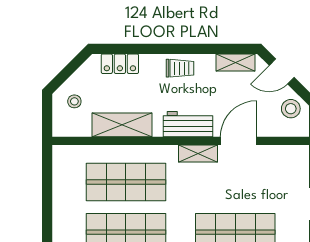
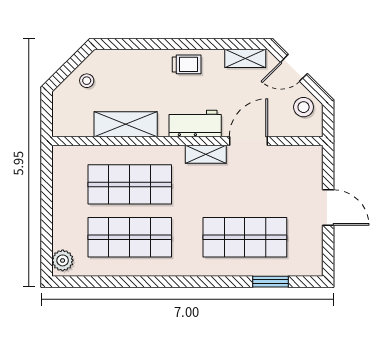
locker: (120, 64) -> (123, 60), removed
stool: (74, 101) -> (87, 81), moved

